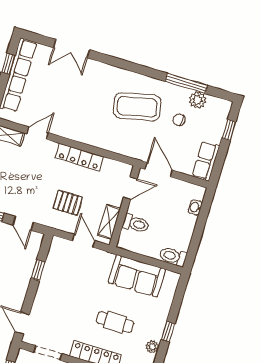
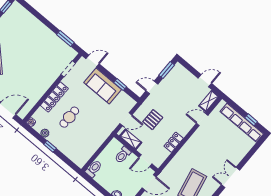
double door: (72, 49) -> (230, 177), moved
door: (37, 133) -> (202, 119), swing flipped
locker: (79, 157) -> (174, 142), width x0.66
door: (130, 188) -> (145, 161), hinge flipped
sofa: (137, 276) -> (103, 86), moved, turned -90

